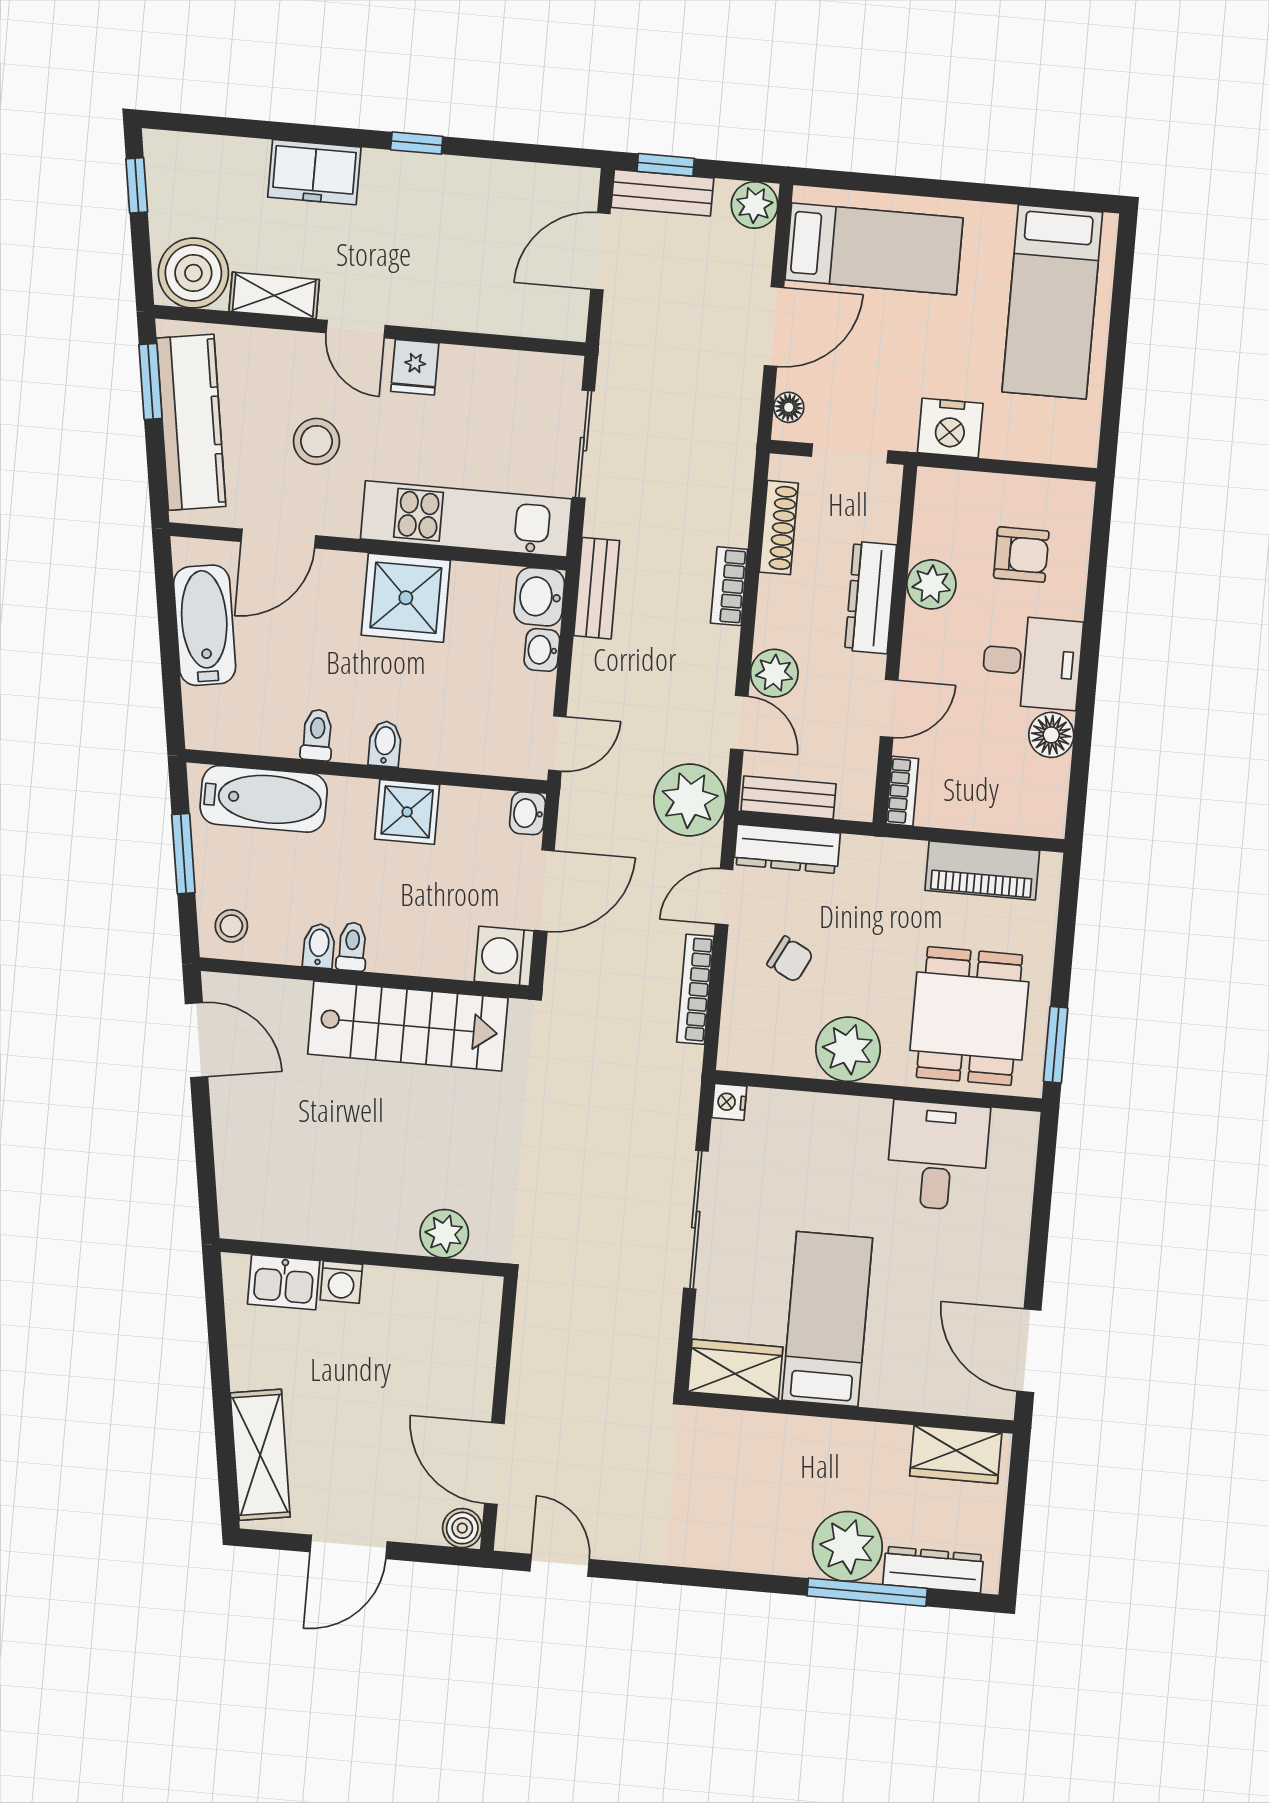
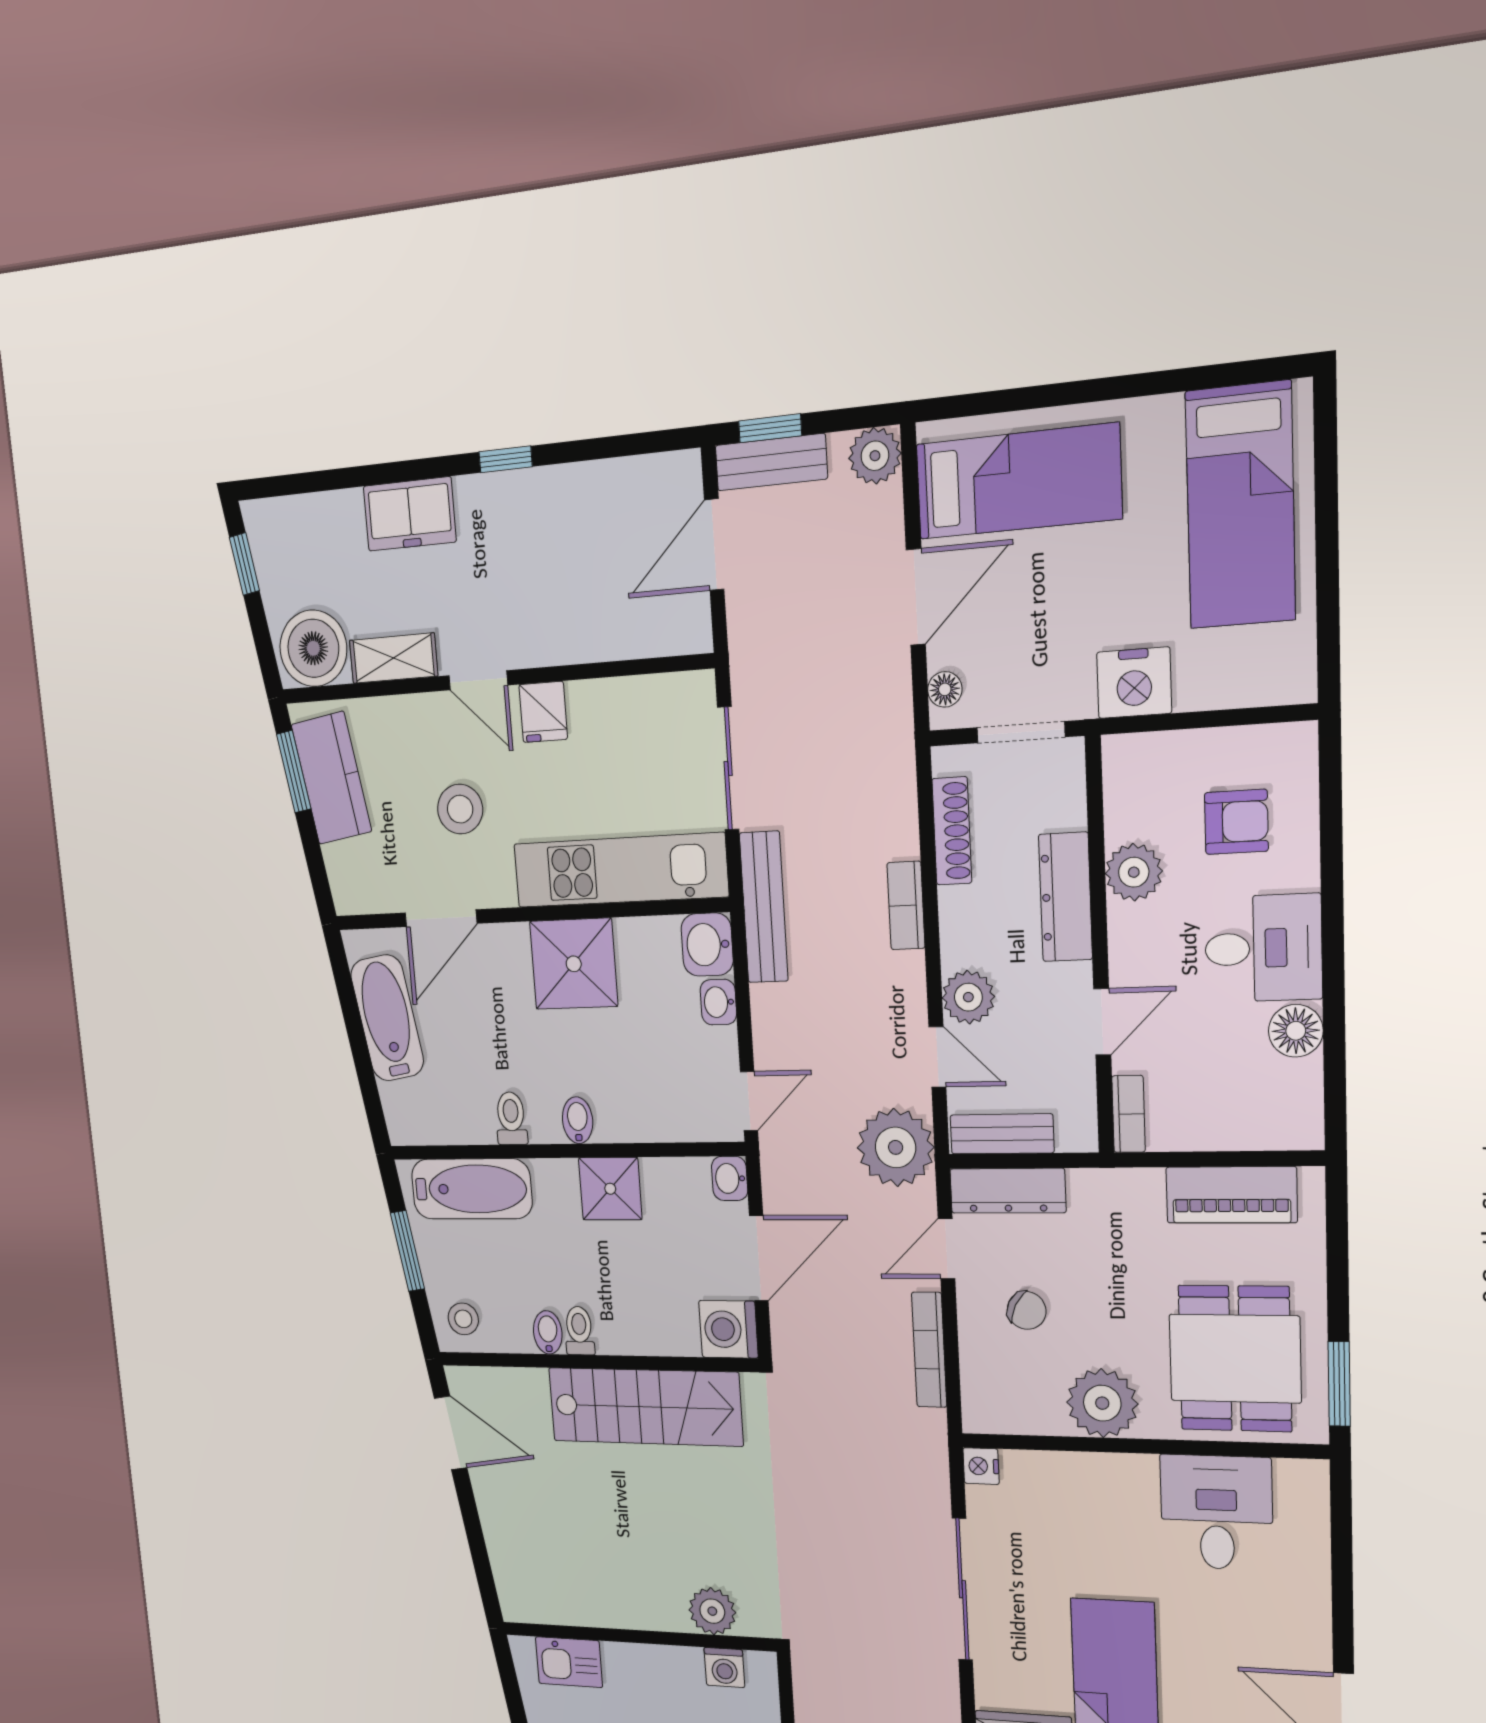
kitchen counter: (191, 422) -> (331, 778), width x0.67
bench: (597, 588) -> (764, 907), width x1.36
washing machine: (341, 1282) -> (724, 1667), moved

